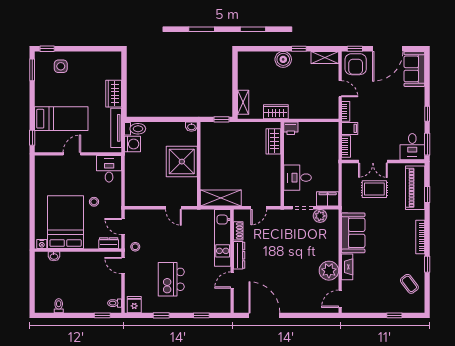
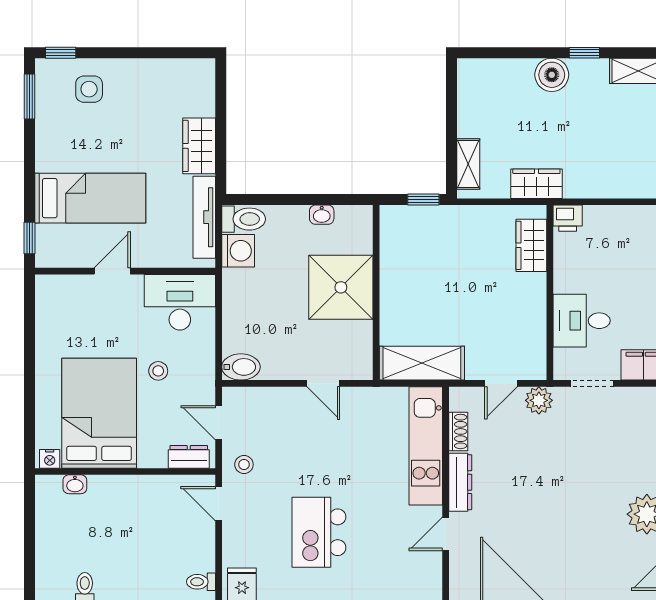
washbasin: (191, 127) -> (322, 215), moved
desk: (109, 169) -> (180, 302), width x1.37
bidet: (134, 200) -> (241, 367), added
plant: (320, 216) -> (539, 400), moved

